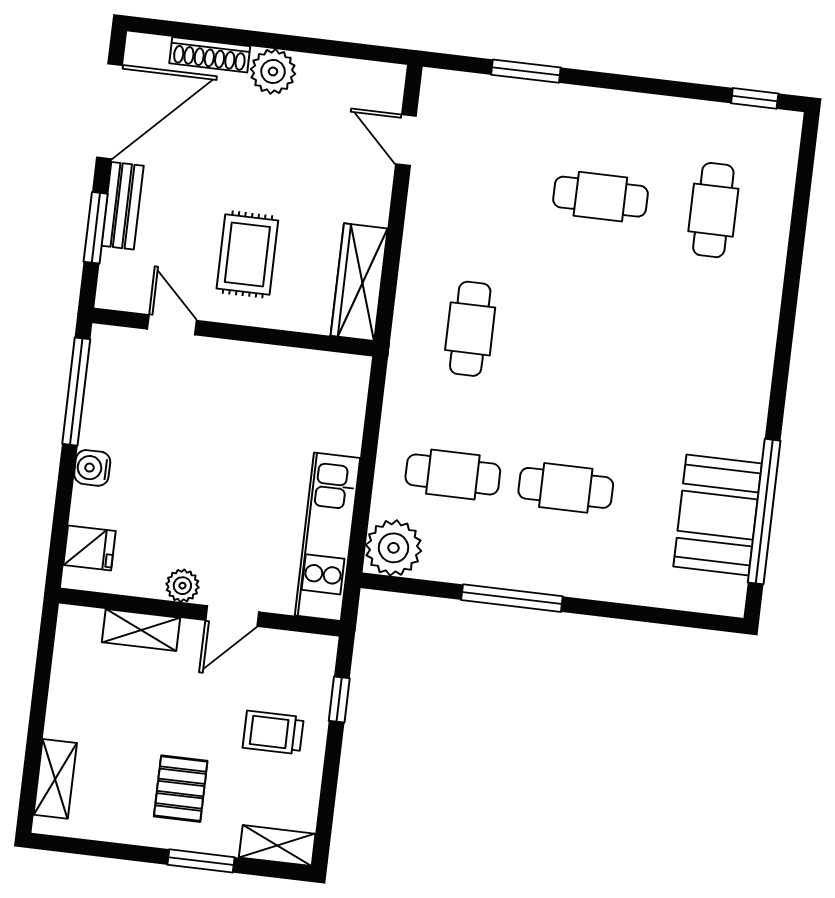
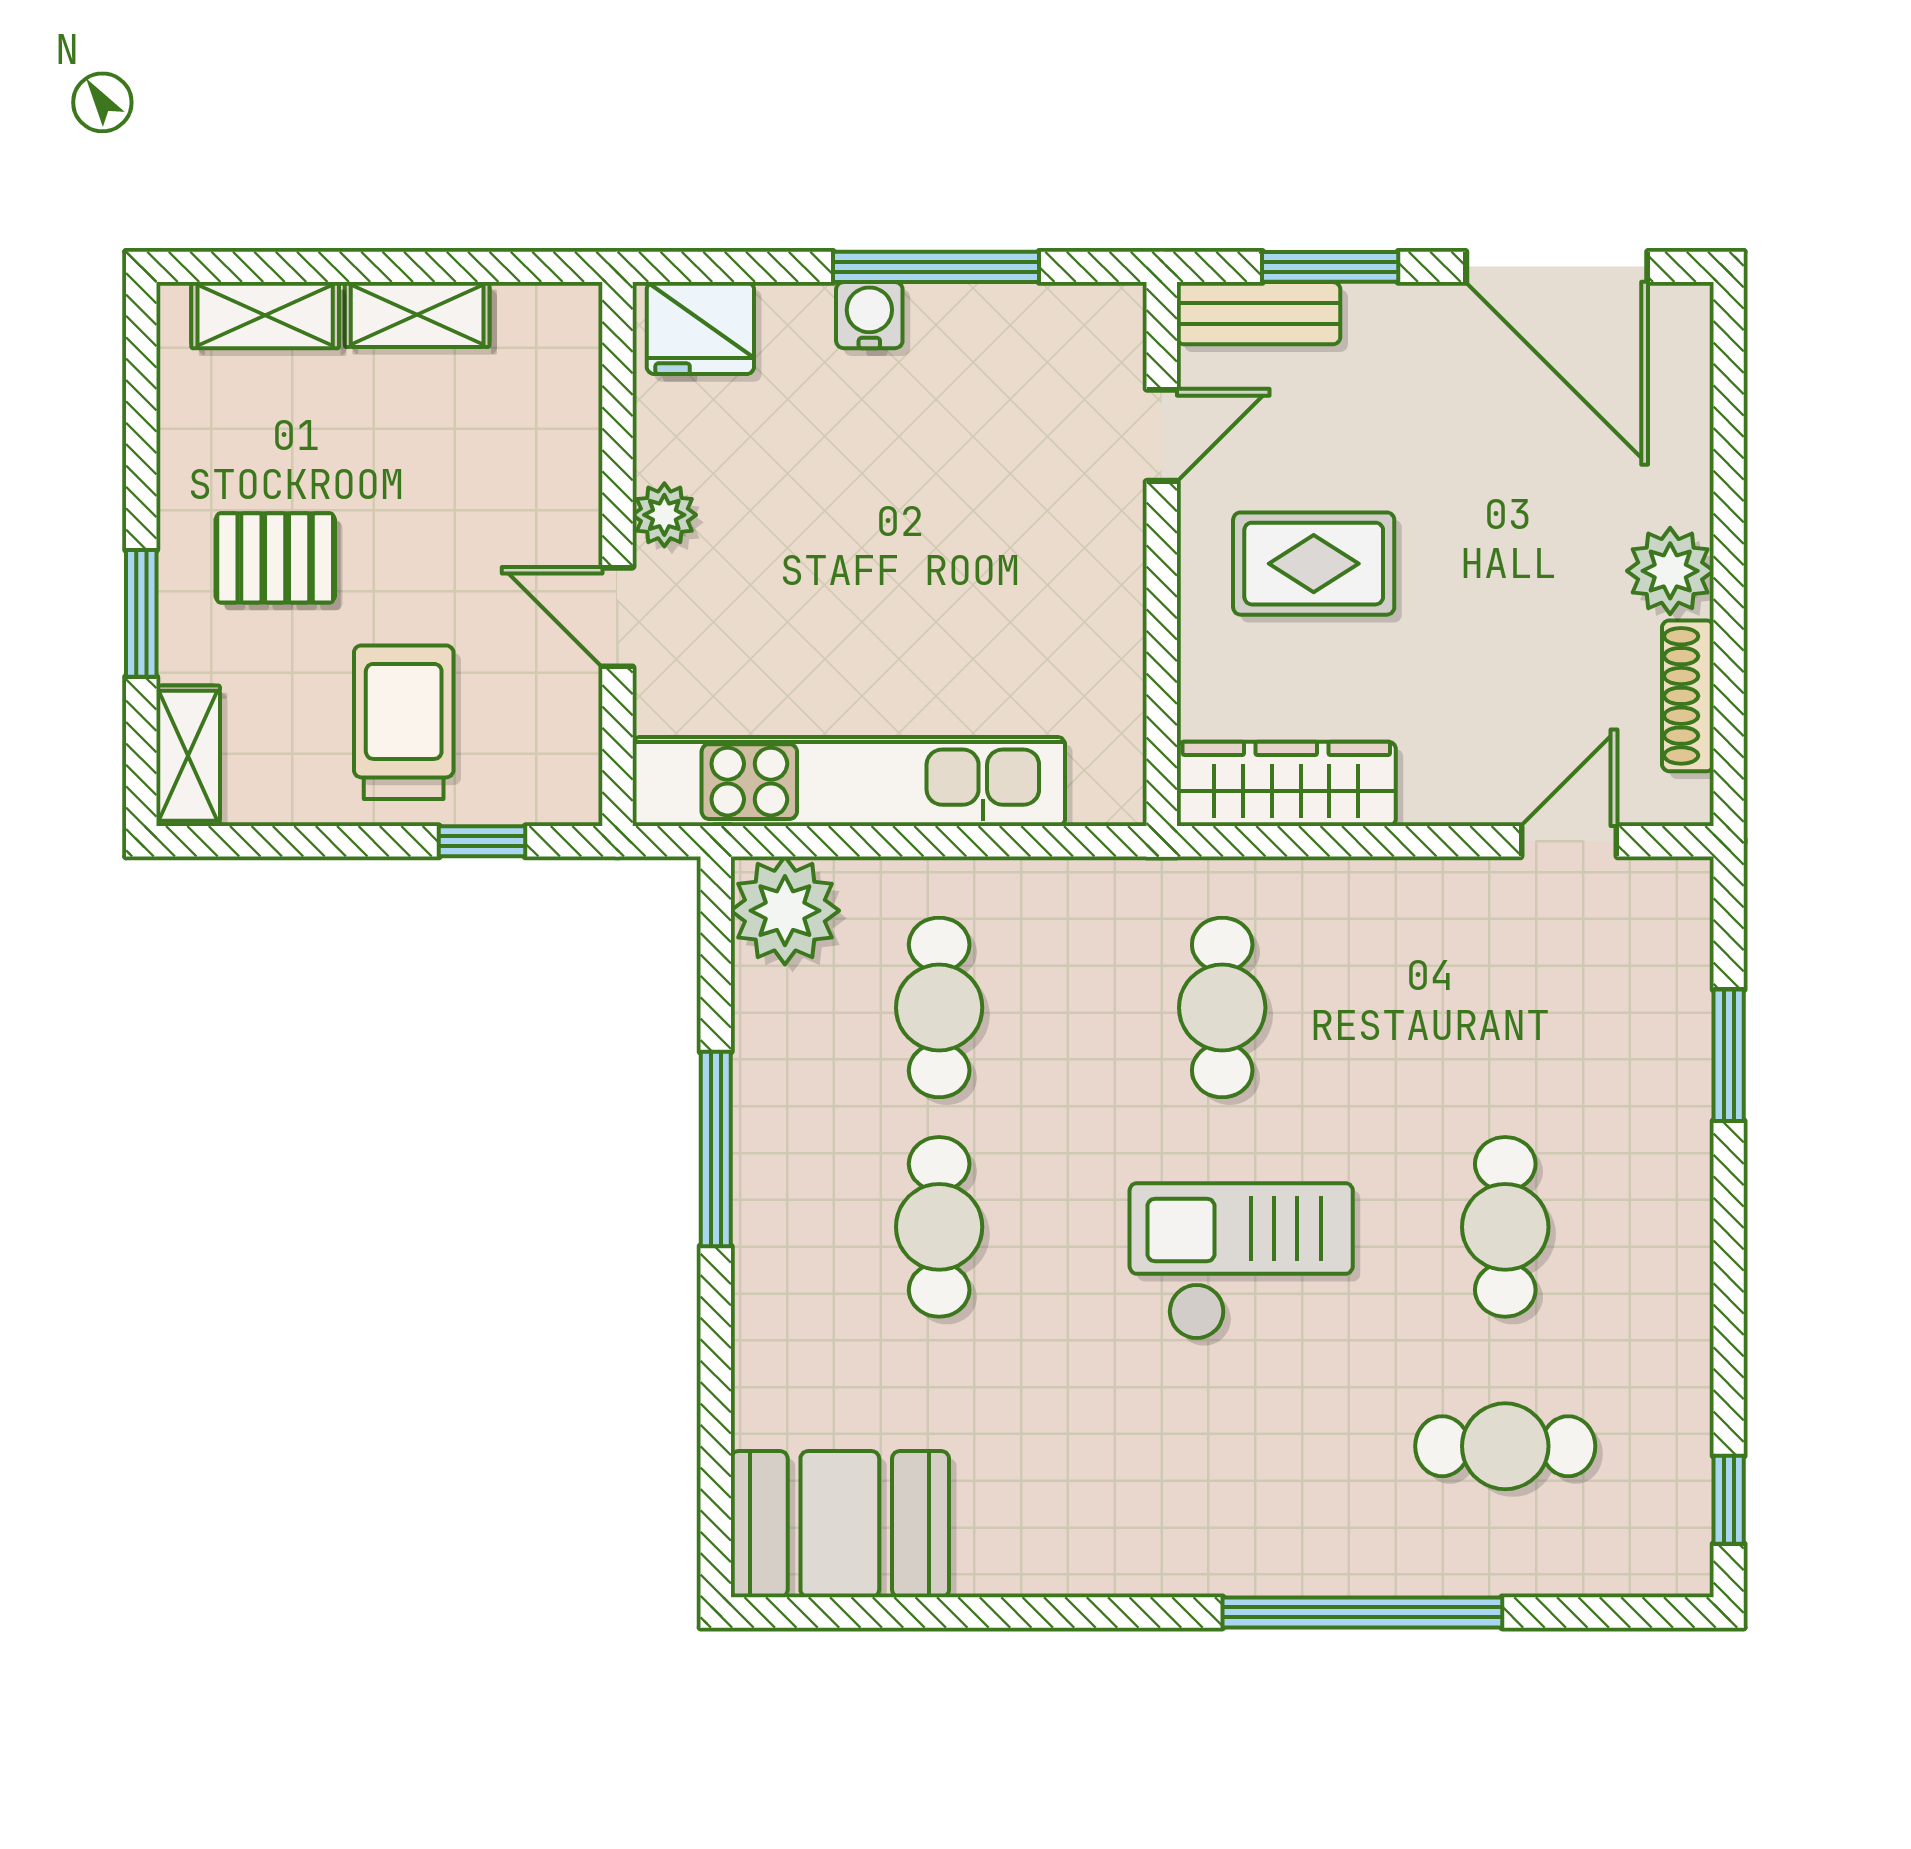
shoe rack: (210, 55) -> (1688, 696), moved
bench: (122, 206) -> (1259, 313), moved
cafe table: (470, 329) -> (1222, 1008), turned 90
checkout: (602, 335) -> (1241, 1261), added
window: (76, 392) -> (936, 267), moved
window: (764, 512) -> (1362, 1612), moved
booth: (718, 515) -> (840, 1524), moved
kitchen unit: (327, 537) -> (849, 782), width x1.36
fridge: (89, 548) -> (700, 328), width x1.38
shelving: (141, 630) -> (417, 315), moved, turned 90
trolley: (273, 733) -> (404, 722), width x1.36, depth x1.39

